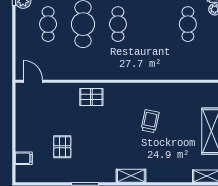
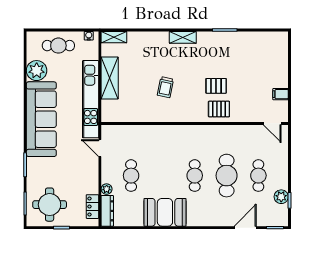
pallet: (62, 147) -> (216, 86), moved, turned 90
filing cabinet: (24, 158) -> (281, 94), moved

